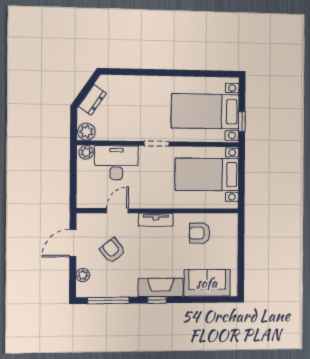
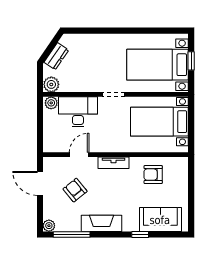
window: (242, 122) -> (191, 61), moved
door: (73, 243) -> (40, 183), hinge flipped
plant: (83, 275) -> (49, 226), moved
fireplace: (161, 287) -> (101, 223), moved
window: (157, 300) -> (140, 235), moved

